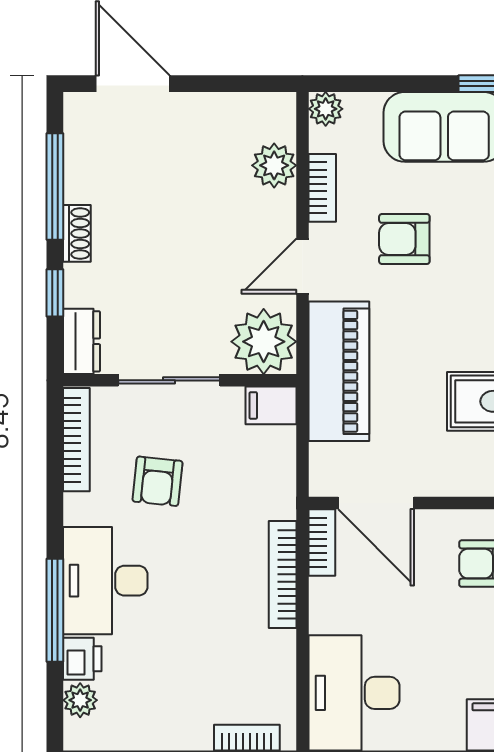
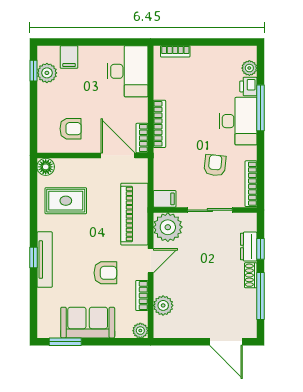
dresser: (81, 341) -> (249, 247), moved

